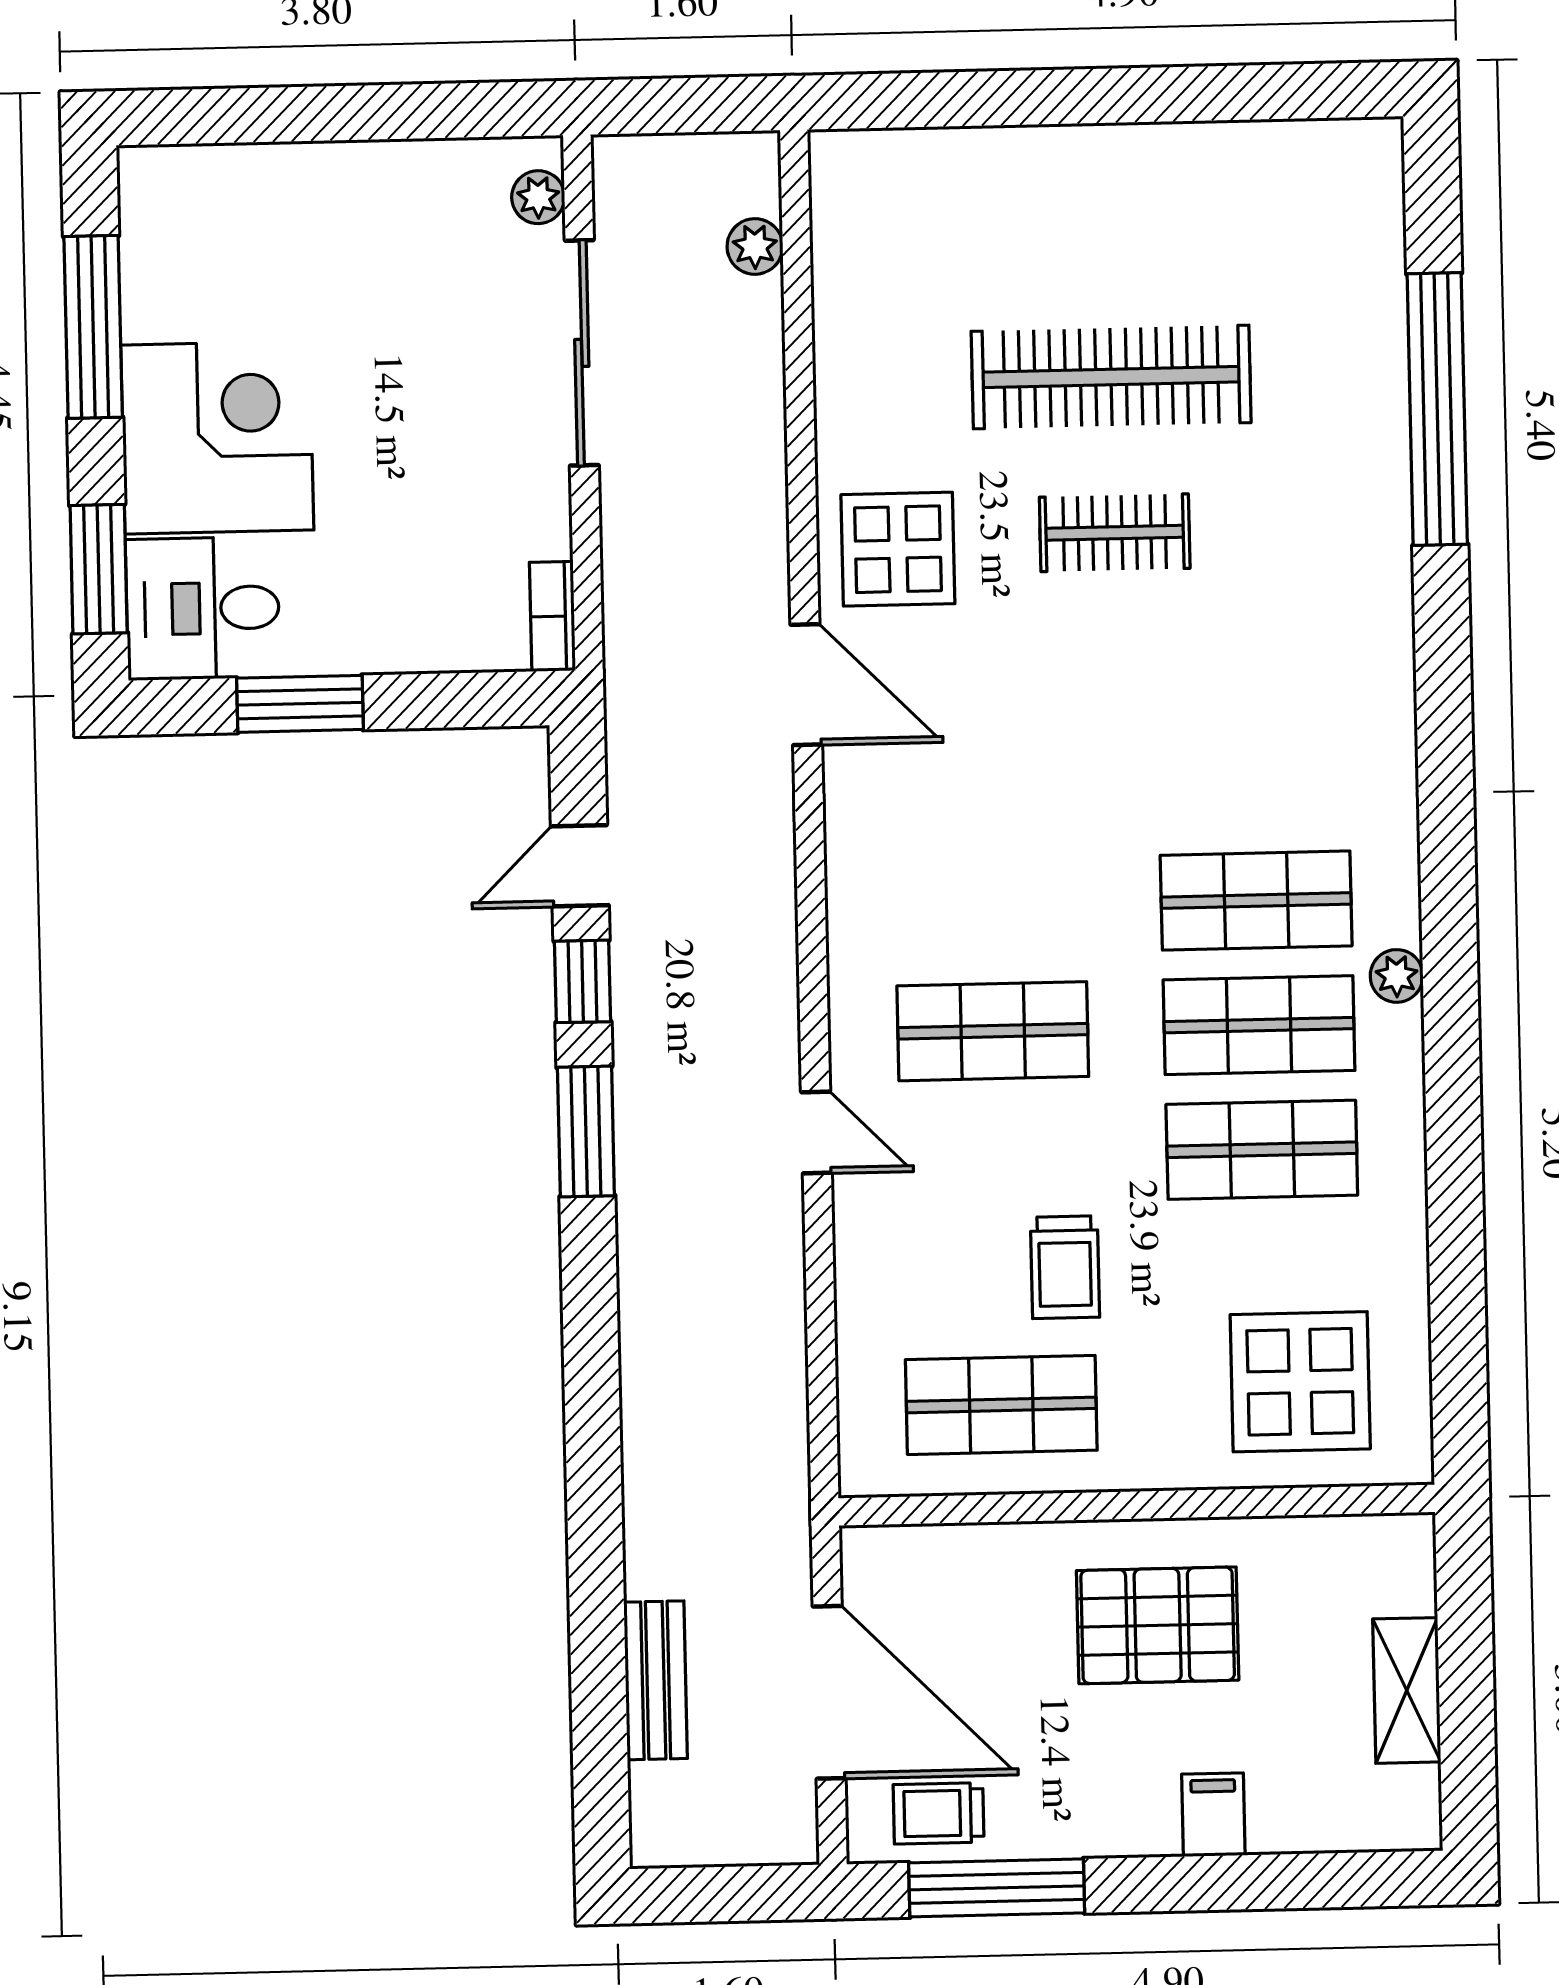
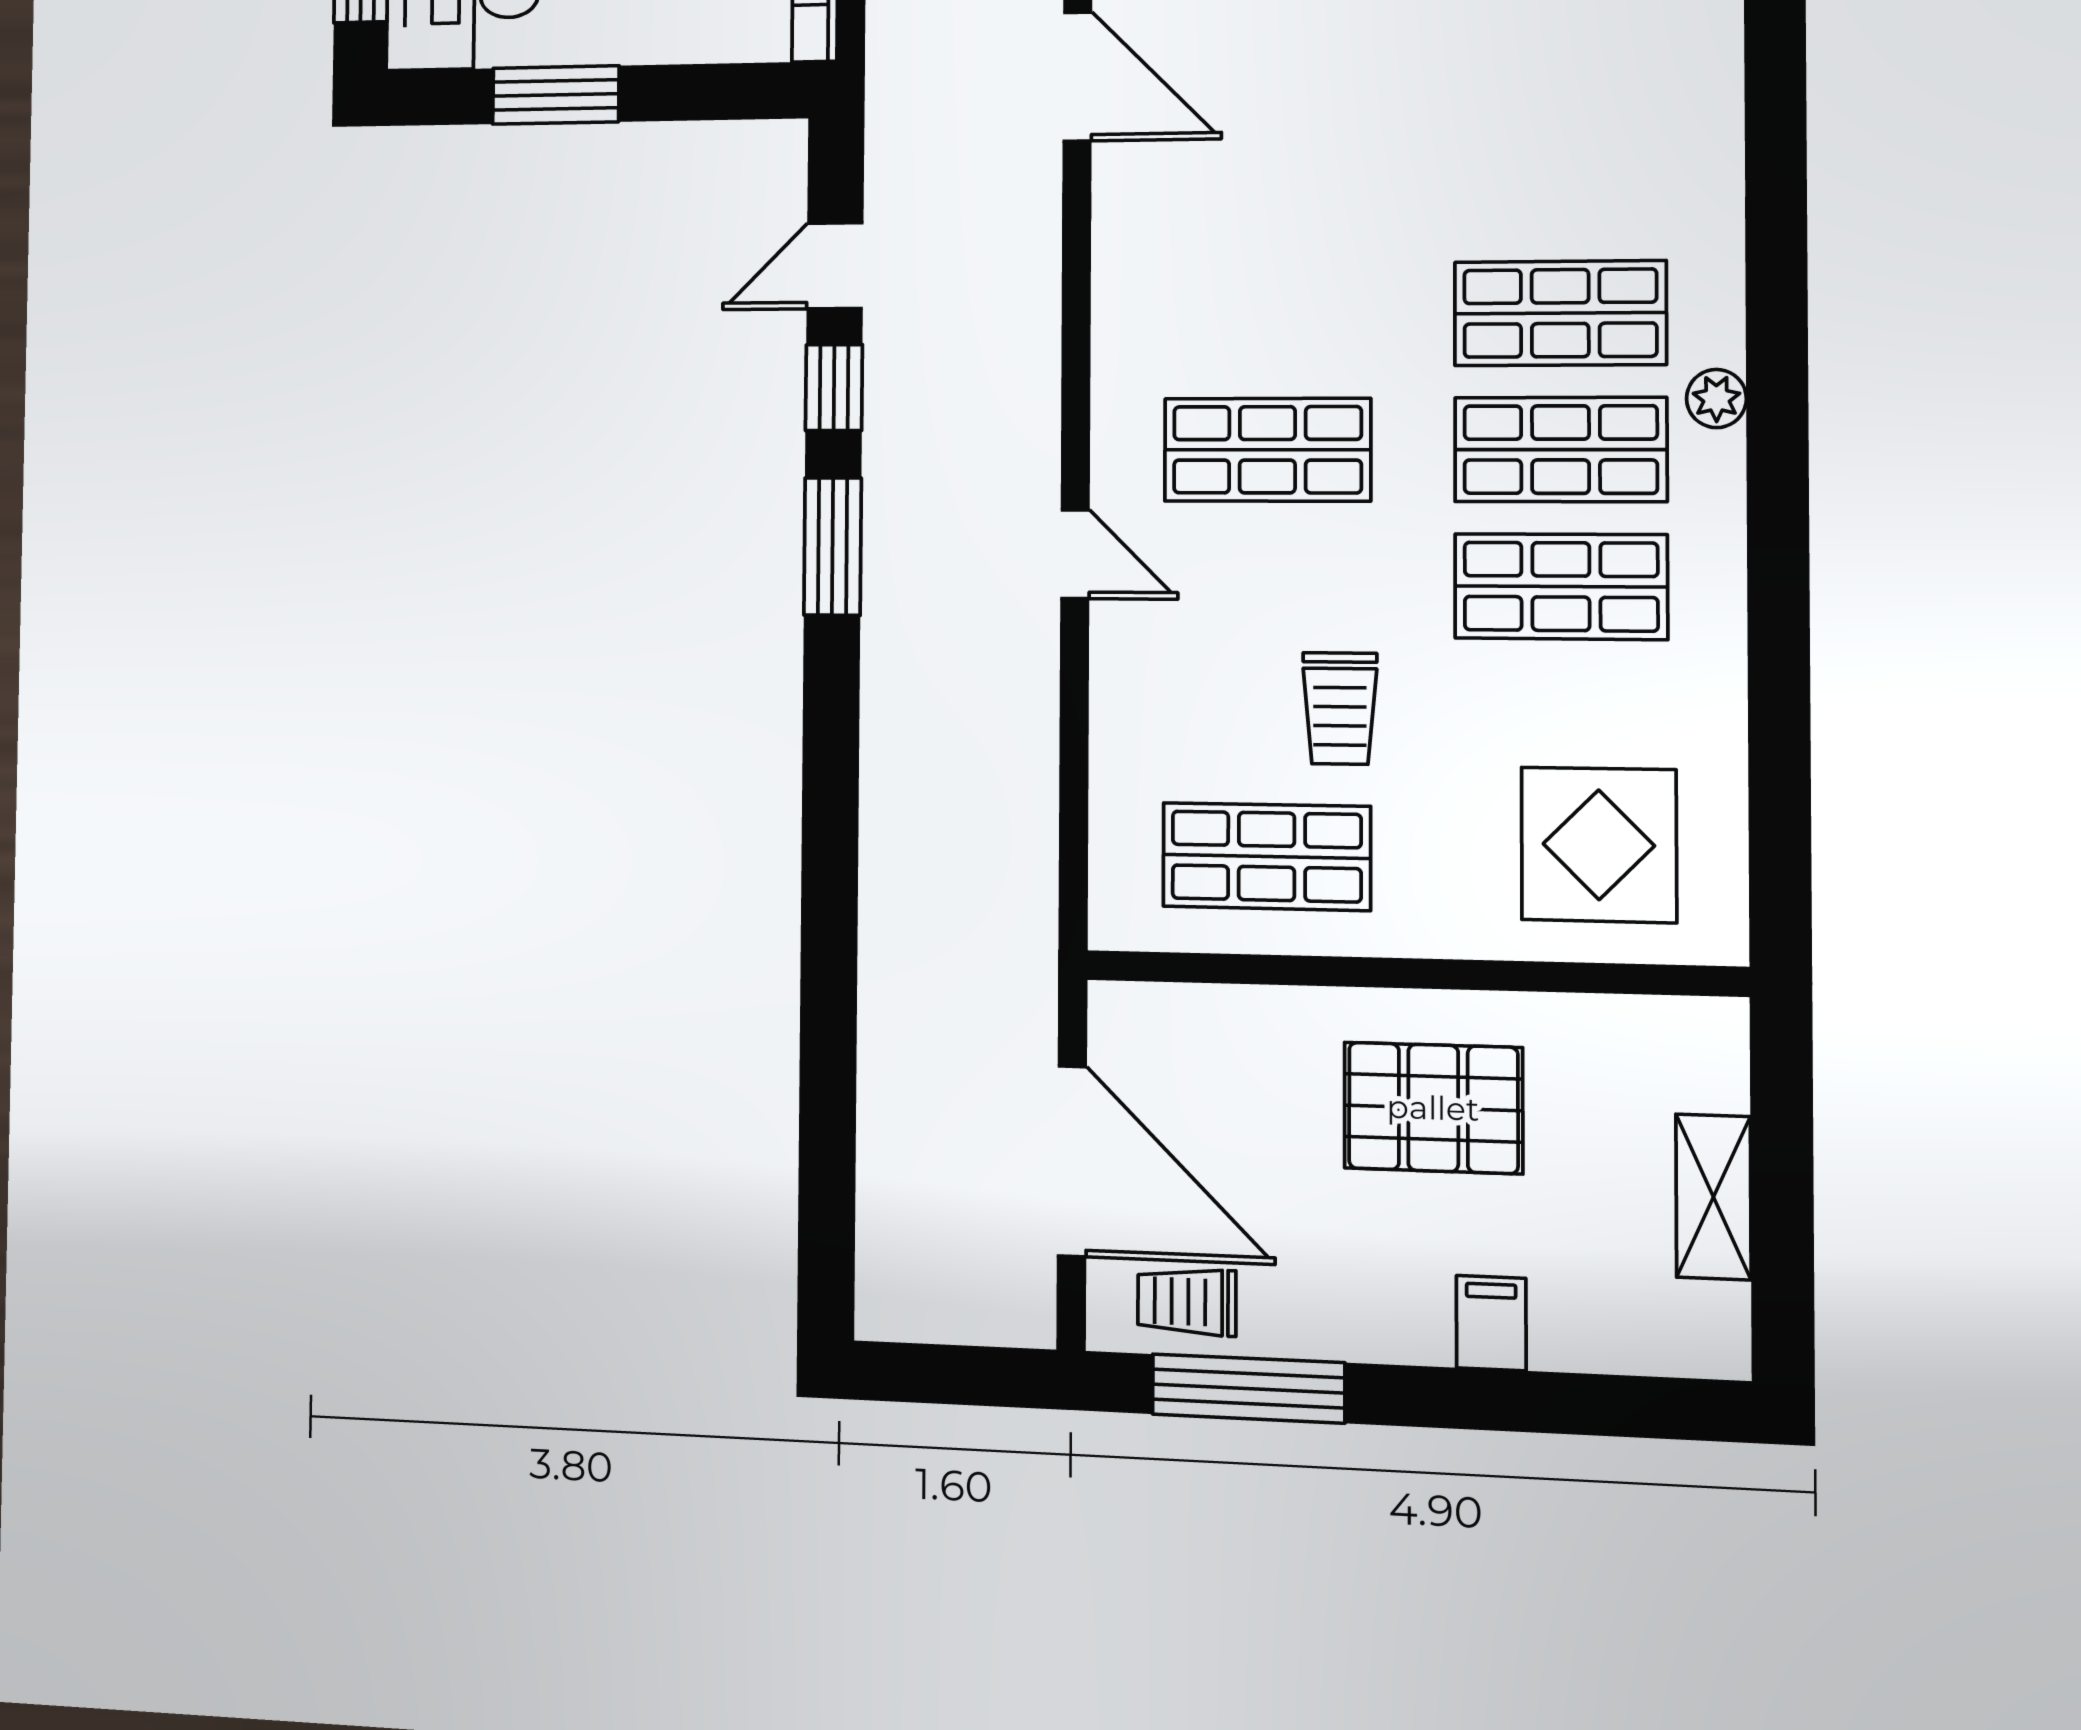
bench: (656, 1680) -> (888, 1137), removed

